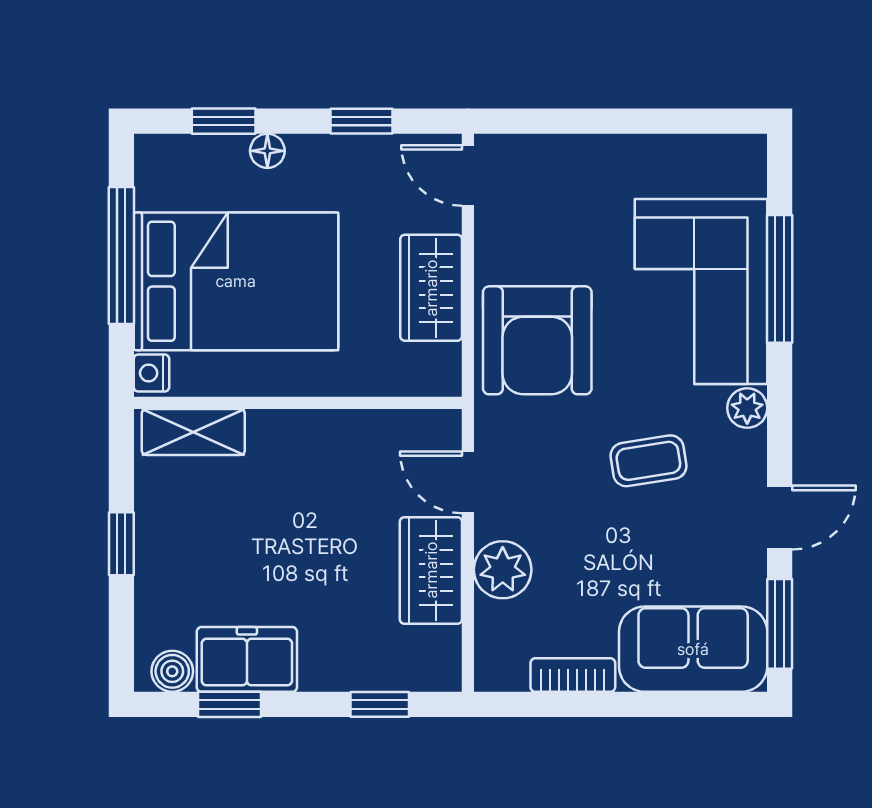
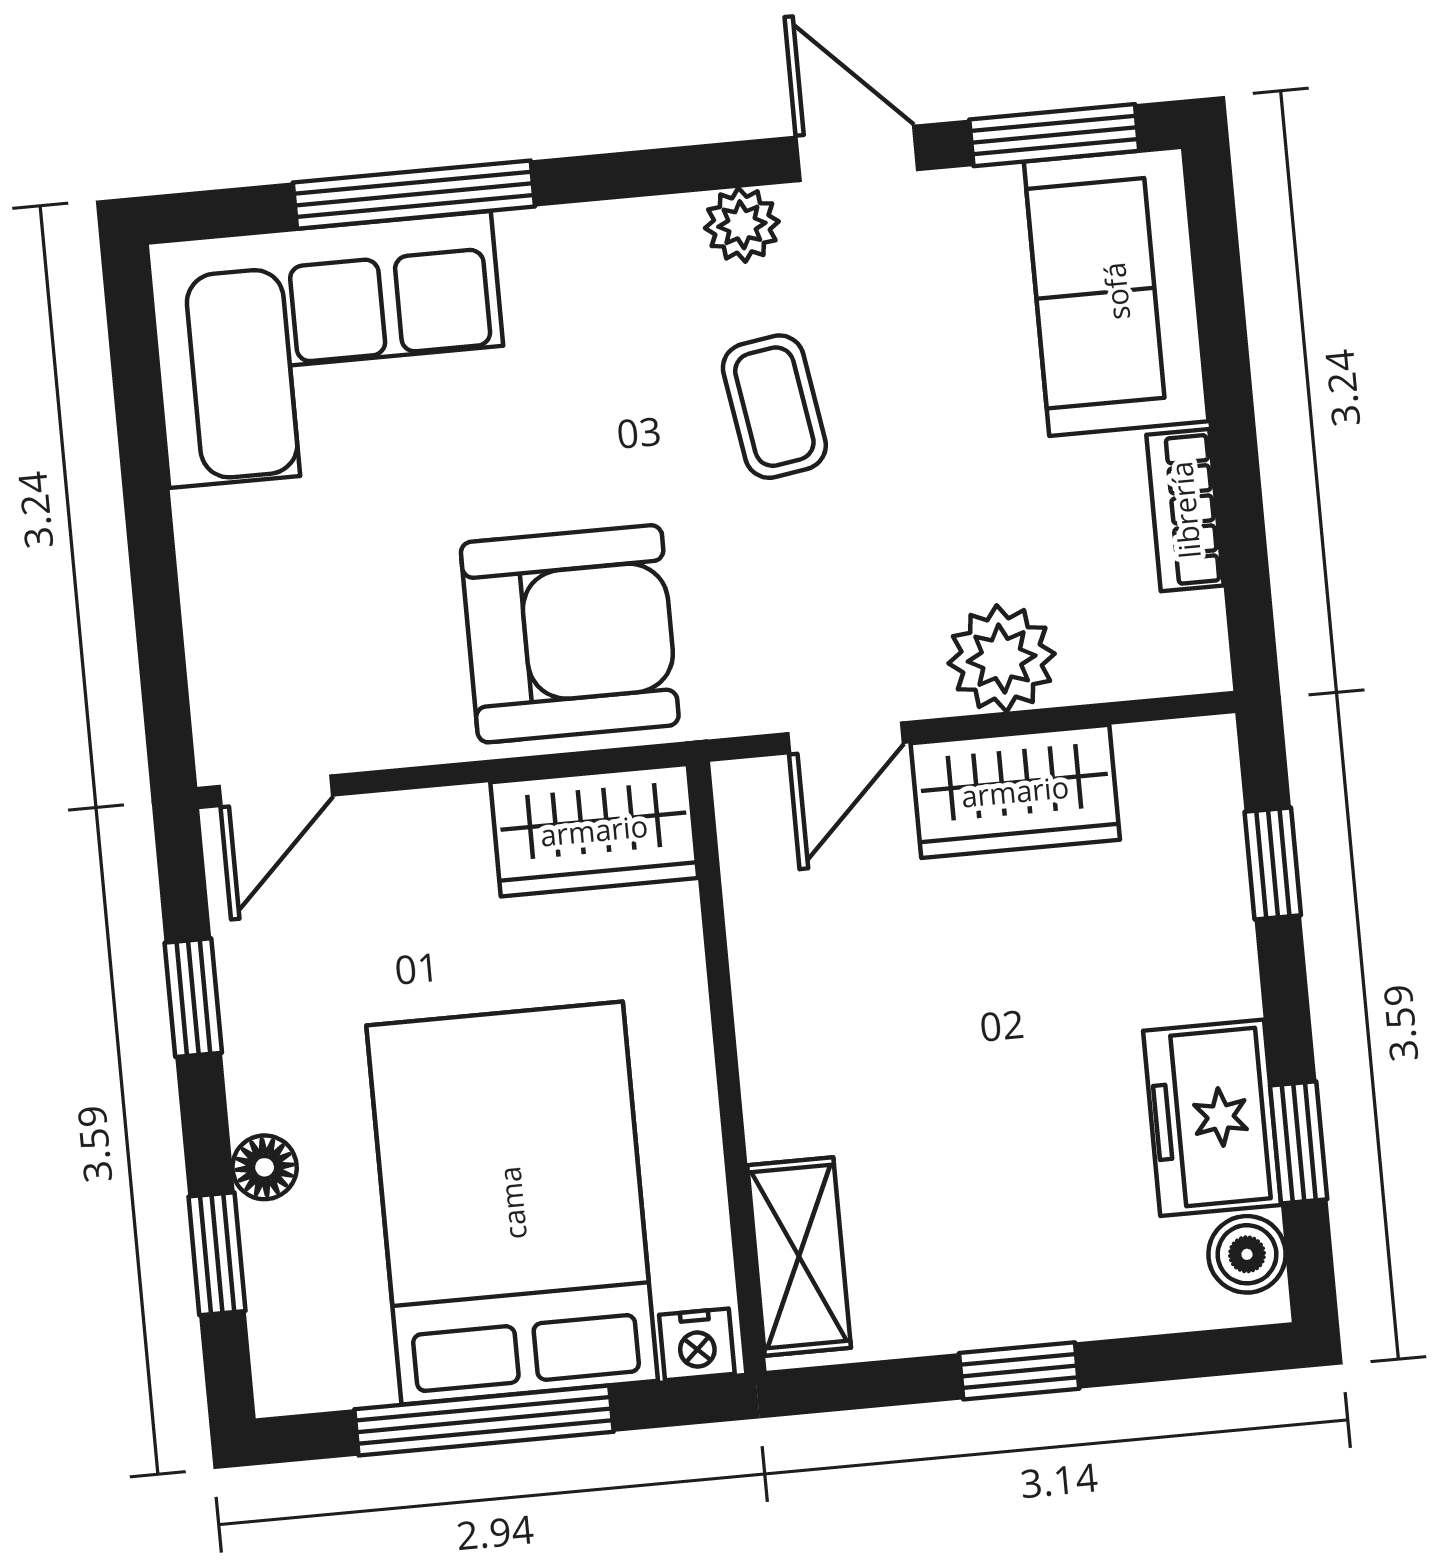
wardrobe: (431, 288) -> (594, 830), moved
corner sofa: (701, 291) -> (330, 350), moved
plant: (747, 408) -> (742, 225), moved

